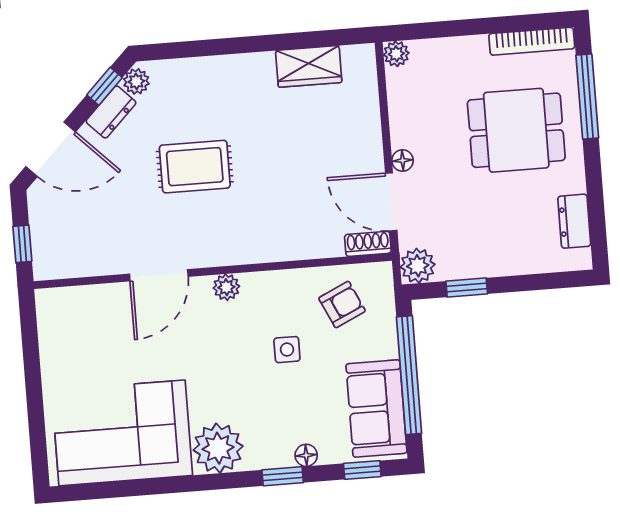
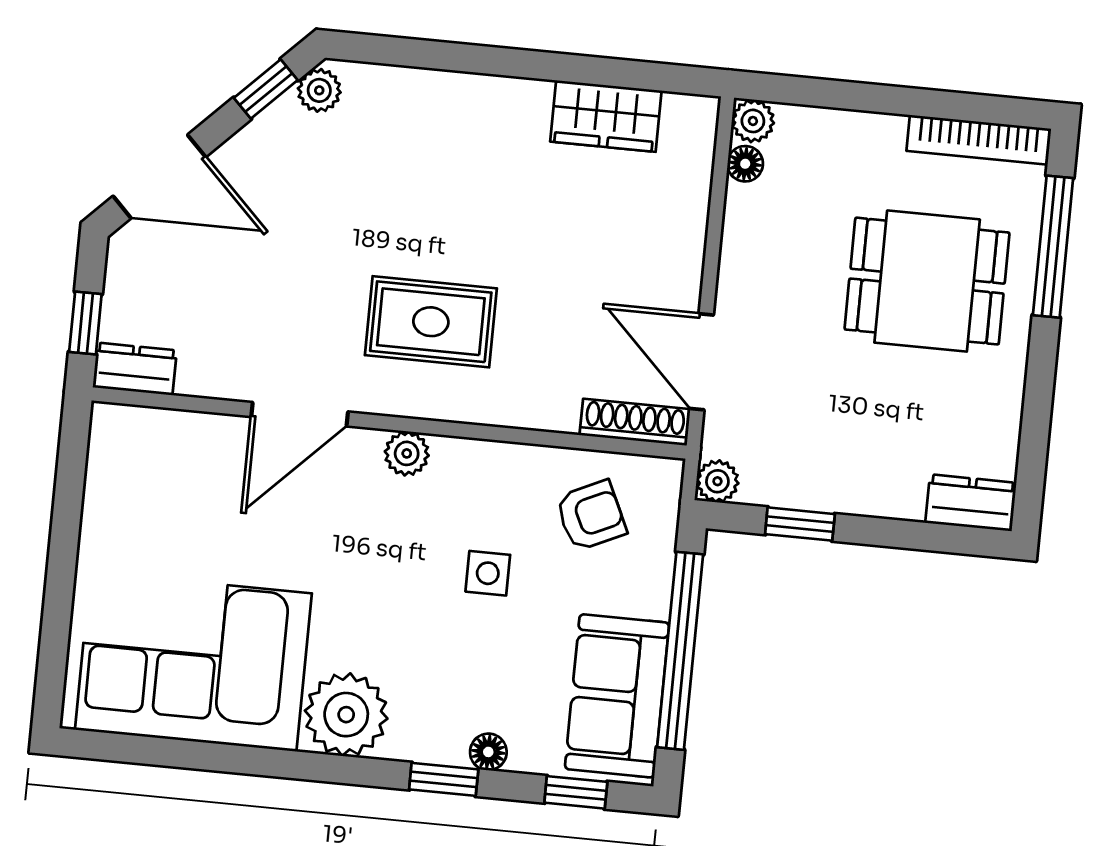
dresser: (111, 112) -> (135, 369), moved, turned -135
floor lamp: (403, 160) -> (745, 164), moved
rug: (195, 167) -> (431, 322), moved
dresser: (574, 221) -> (971, 503), moved, turned 90
shoe rack: (368, 244) -> (635, 422), width x1.43
plant: (418, 266) -> (717, 481), width x0.73, depth x0.73

